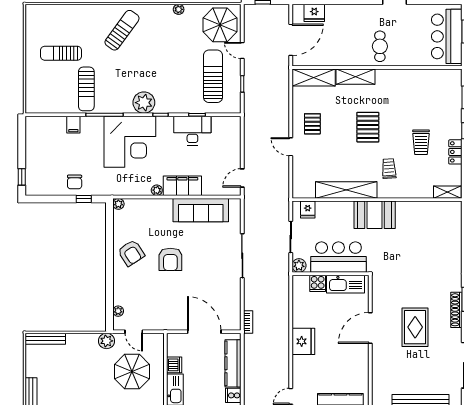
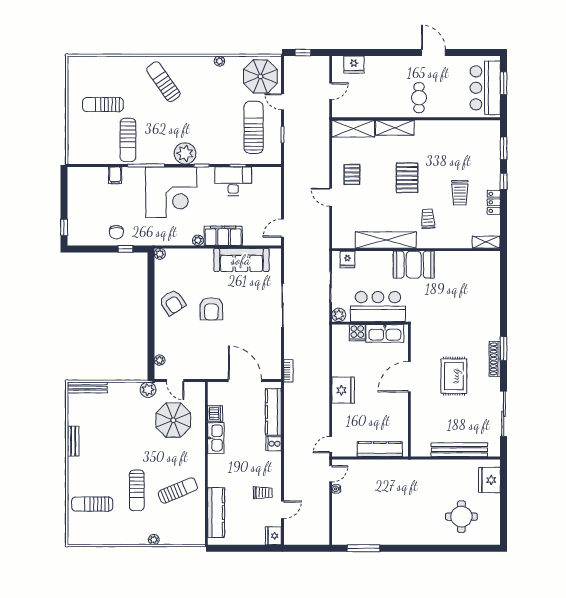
sun lounger: (122, 30) -> (163, 82), turned -71
door: (291, 40) -> (331, 91), width x0.53

